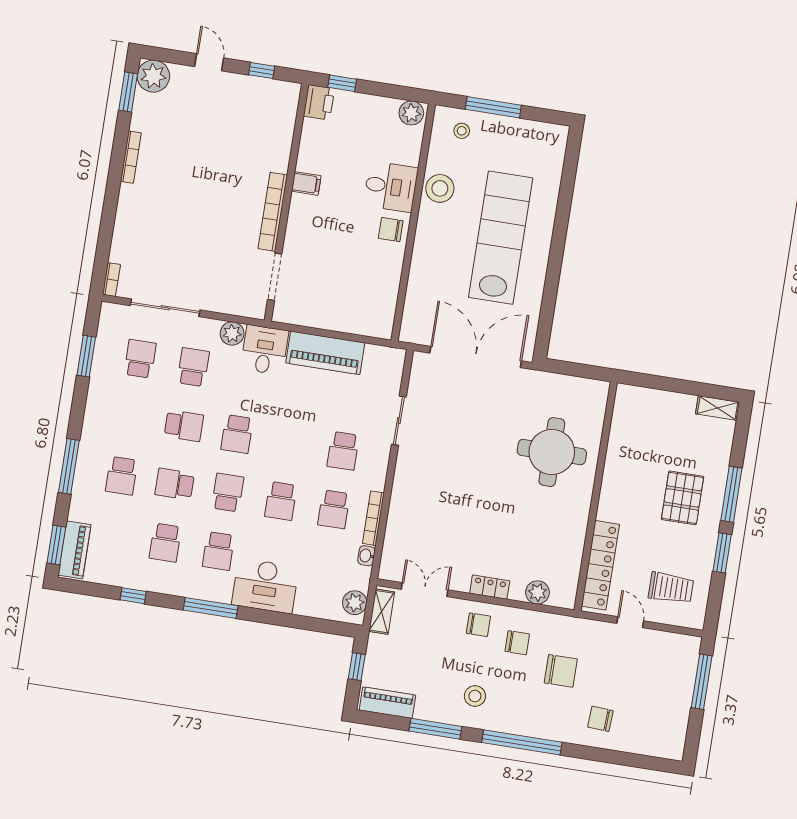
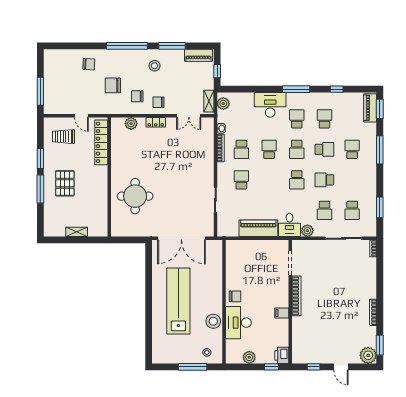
plant: (411, 113) -> (249, 357), moved
desk: (391, 187) -> (238, 323), width x1.37
lab bench: (501, 238) -> (178, 301), turned 180
shelving: (718, 408) -> (77, 232), moved
school desk: (237, 434) -> (297, 180), turned 180
school desk: (334, 509) -> (241, 149), turned 180

